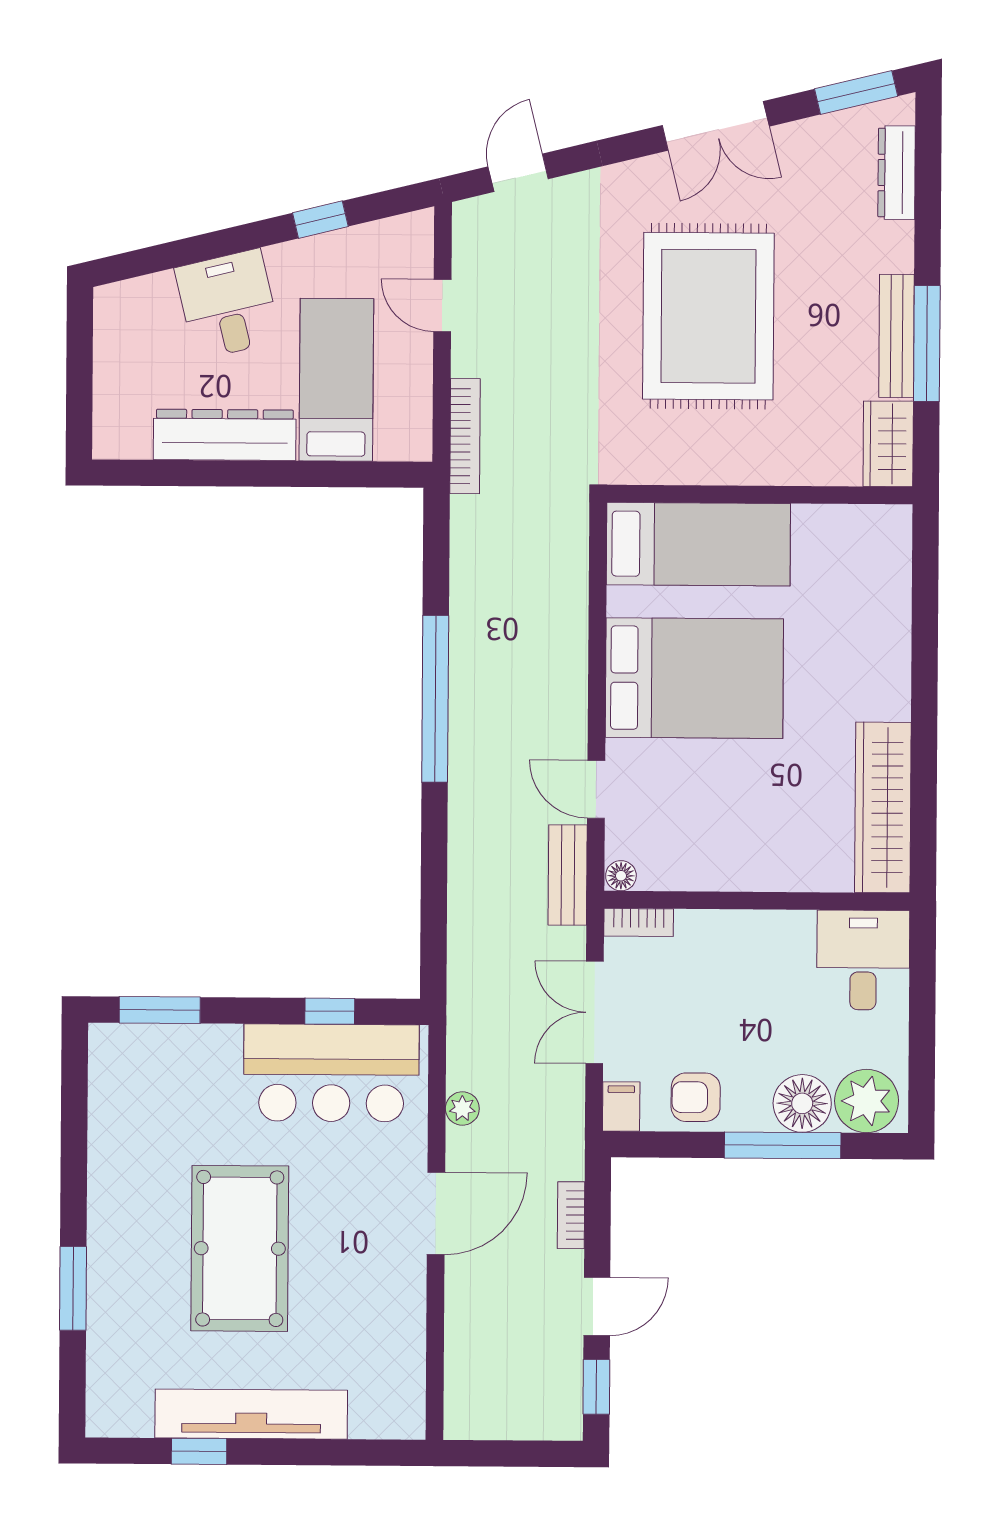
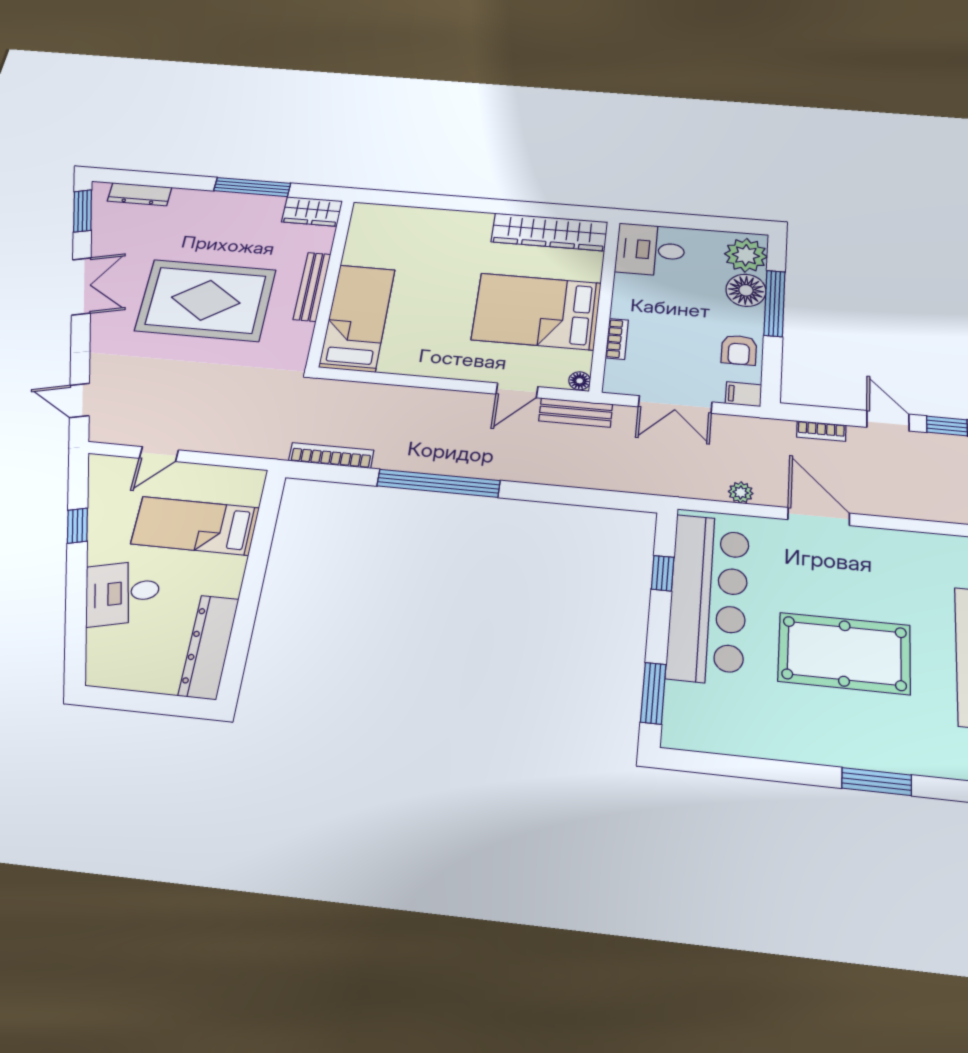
bench: (896, 336) -> (312, 287), moved, turned 90
dresser: (225, 435) -> (209, 647), moved
bookcase: (465, 436) -> (331, 456), moved
bed: (694, 678) -> (537, 311), moved, turned -90
bookcase: (639, 922) -> (617, 339), moved
bar counter: (331, 1073) -> (708, 598), width x1.36

